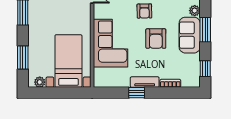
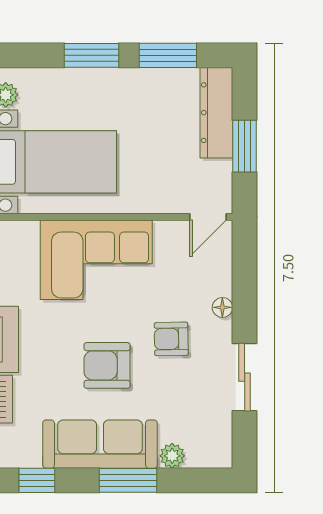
sofa: (190, 35) -> (100, 444), width x1.36
window: (23, 57) -> (92, 55), moved

